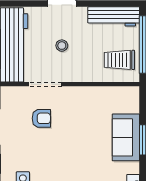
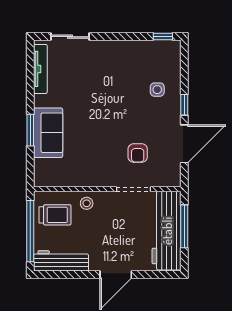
stool: (62, 46) -> (87, 203), moved
armchair: (41, 118) -> (138, 153), turned -90

